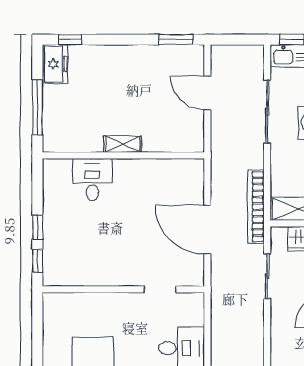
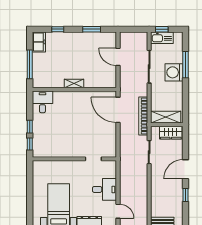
window: (70, 40) -> (58, 29), moved
window: (176, 40) -> (92, 29), moved
desk: (92, 180) -> (42, 102), moved
door: (207, 230) -> (118, 110), moved

